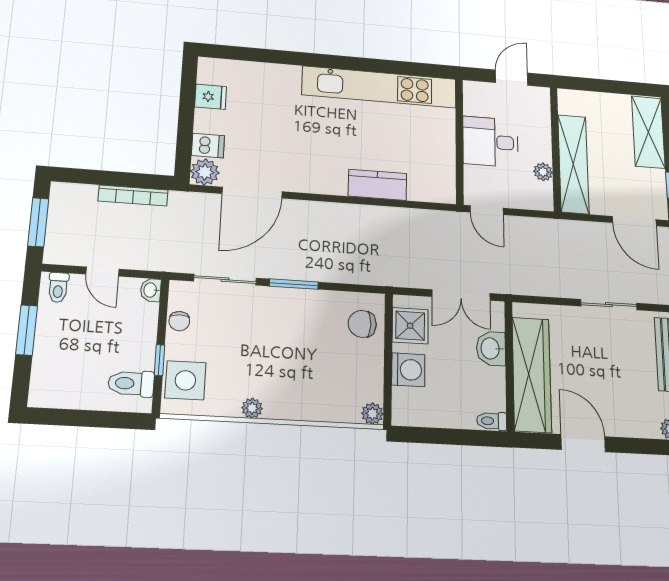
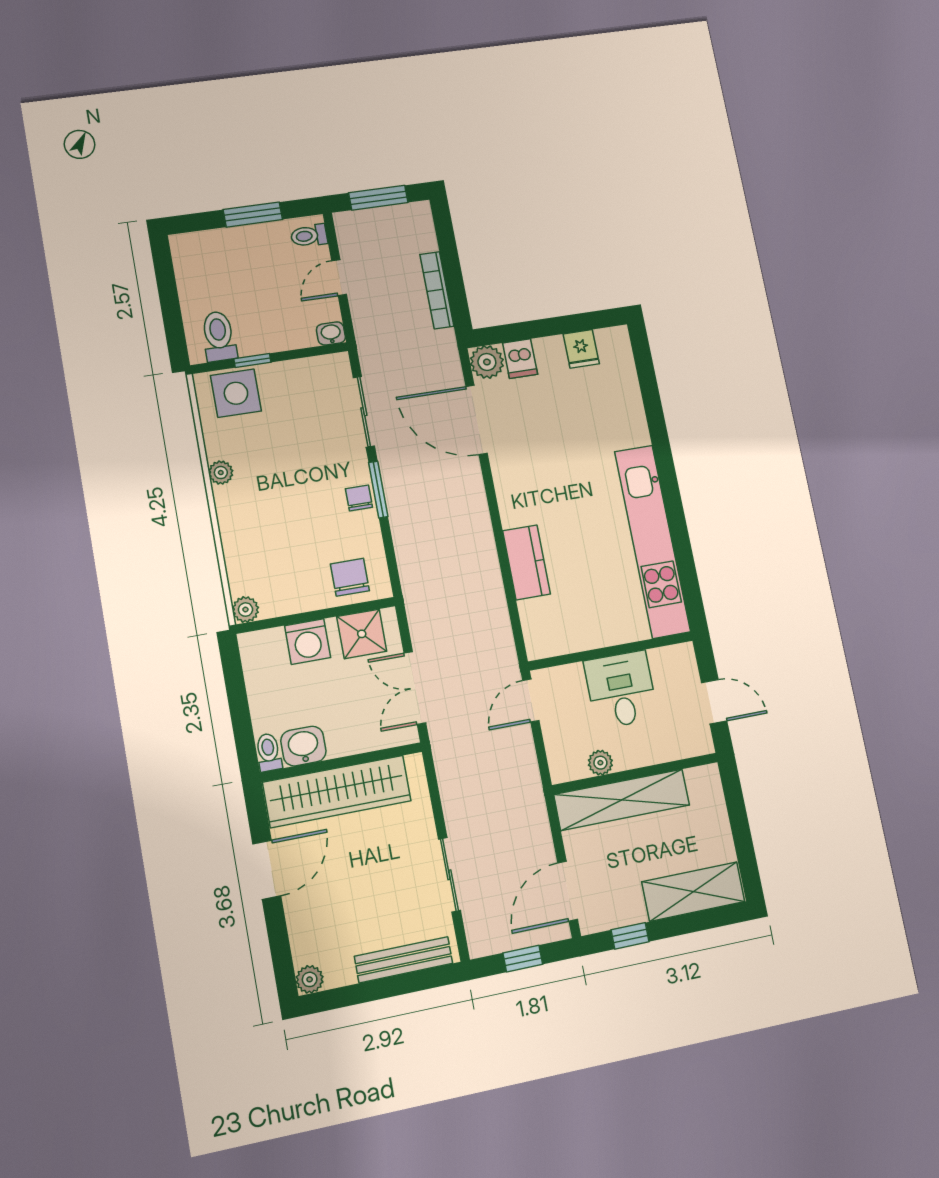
chair: (179, 321) -> (359, 498), moved, turned 90
washbasin: (491, 348) -> (303, 746), moved

